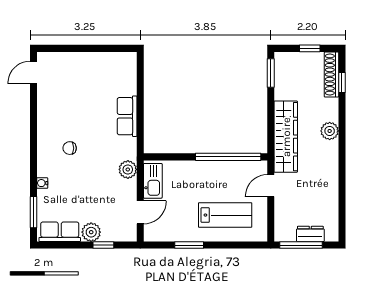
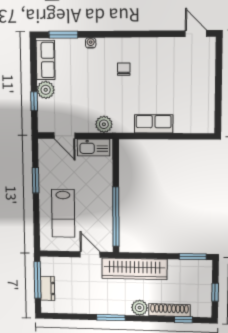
shoe rack: (331, 75) -> (169, 310), moved
window: (342, 163) -> (111, 318), added

